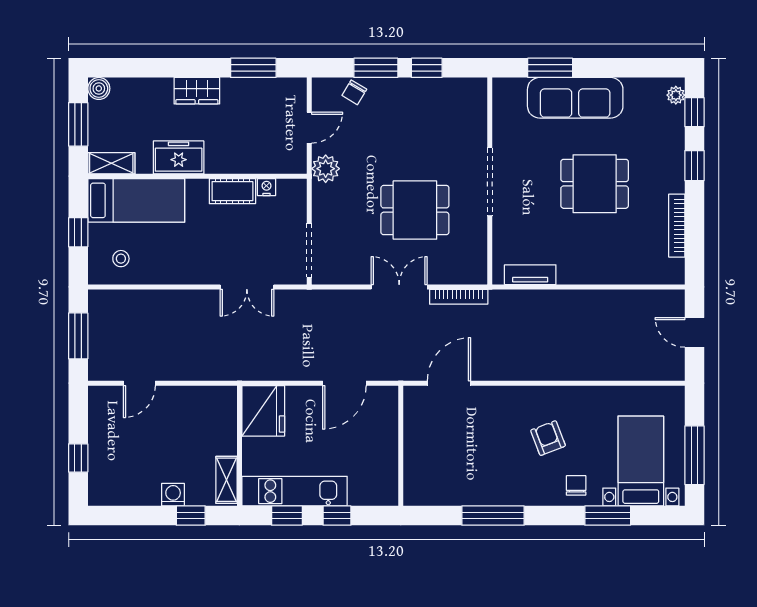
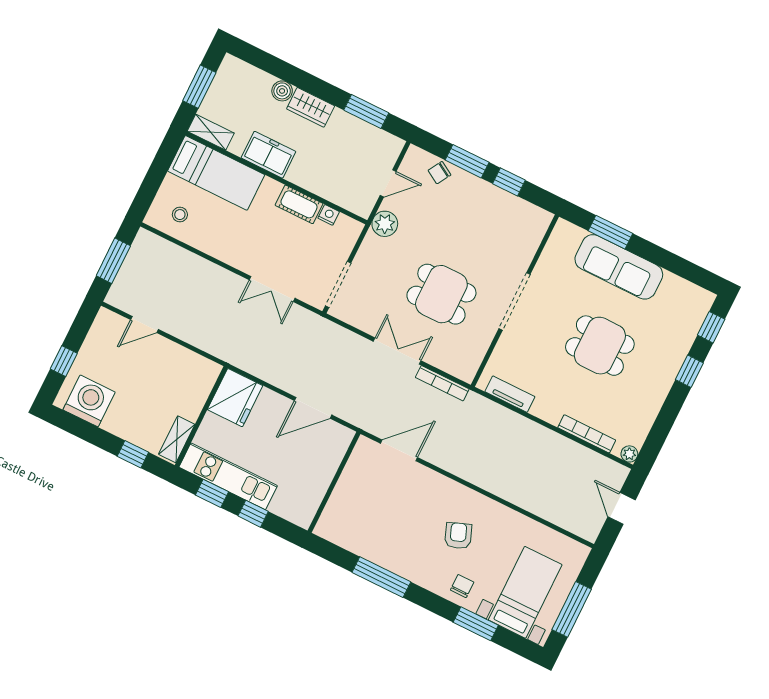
boiler: (99, 88) -> (282, 91), moved
plant: (676, 95) -> (629, 454), moved
bookcase: (677, 226) -> (587, 434), moved, turned 90
window: (78, 232) -> (155, 175), removed
washing machine: (173, 495) -> (89, 401), moved, width x1.89, depth x1.89

